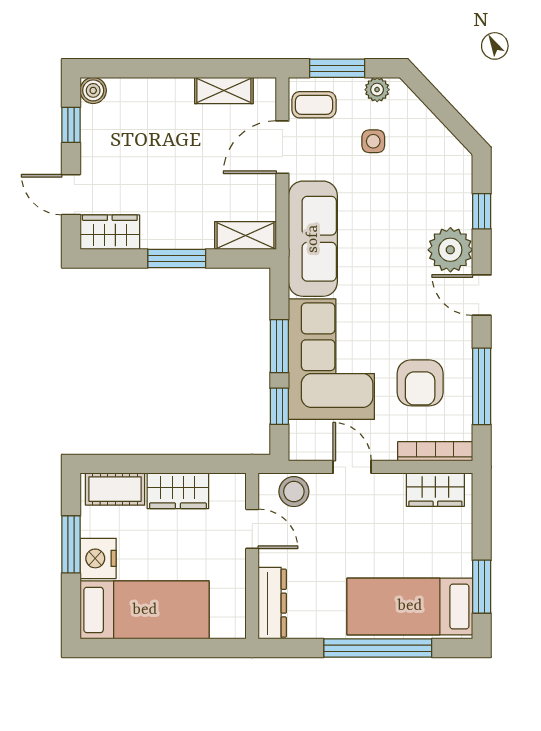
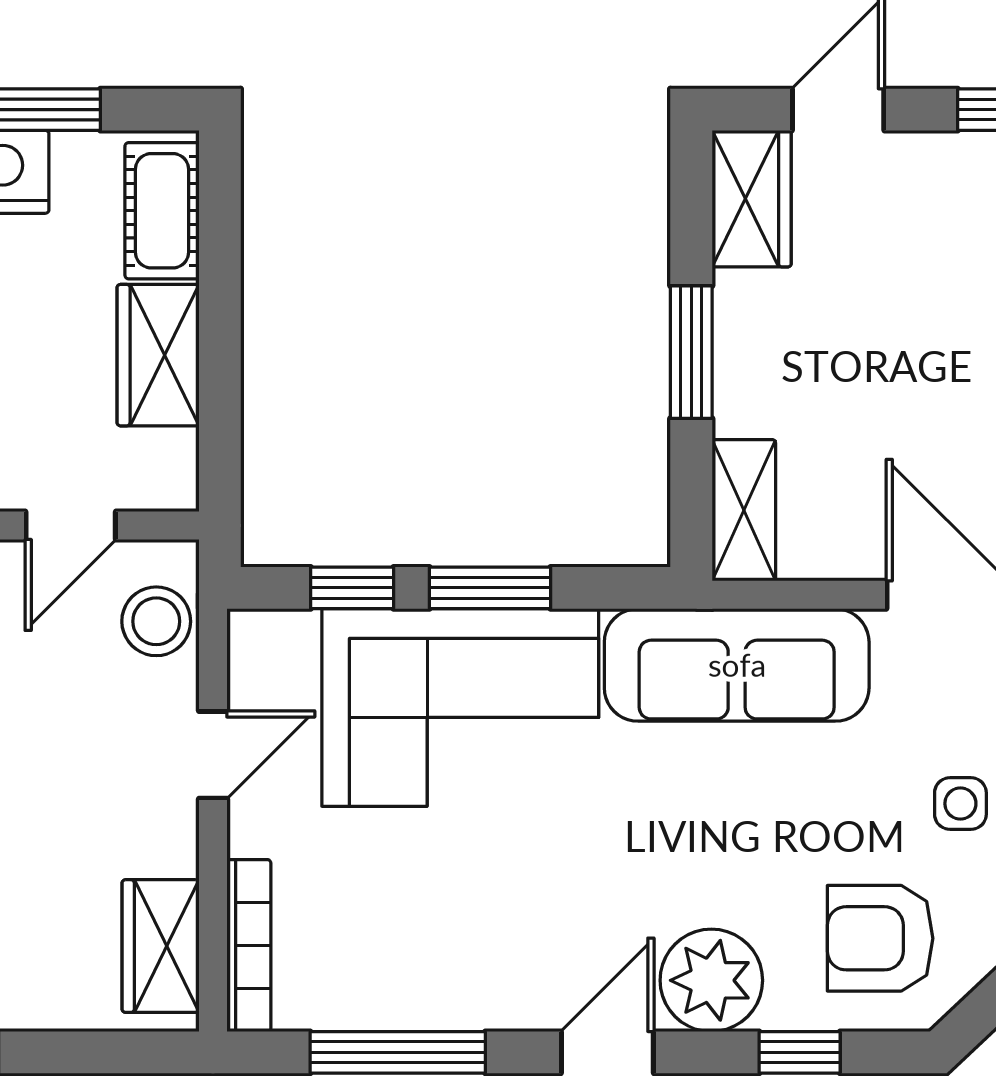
armchair: (420, 383) -> (880, 938), moved

